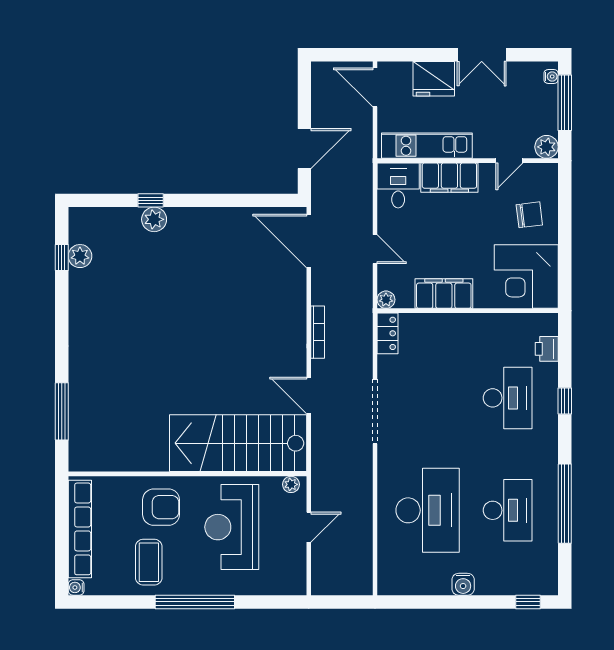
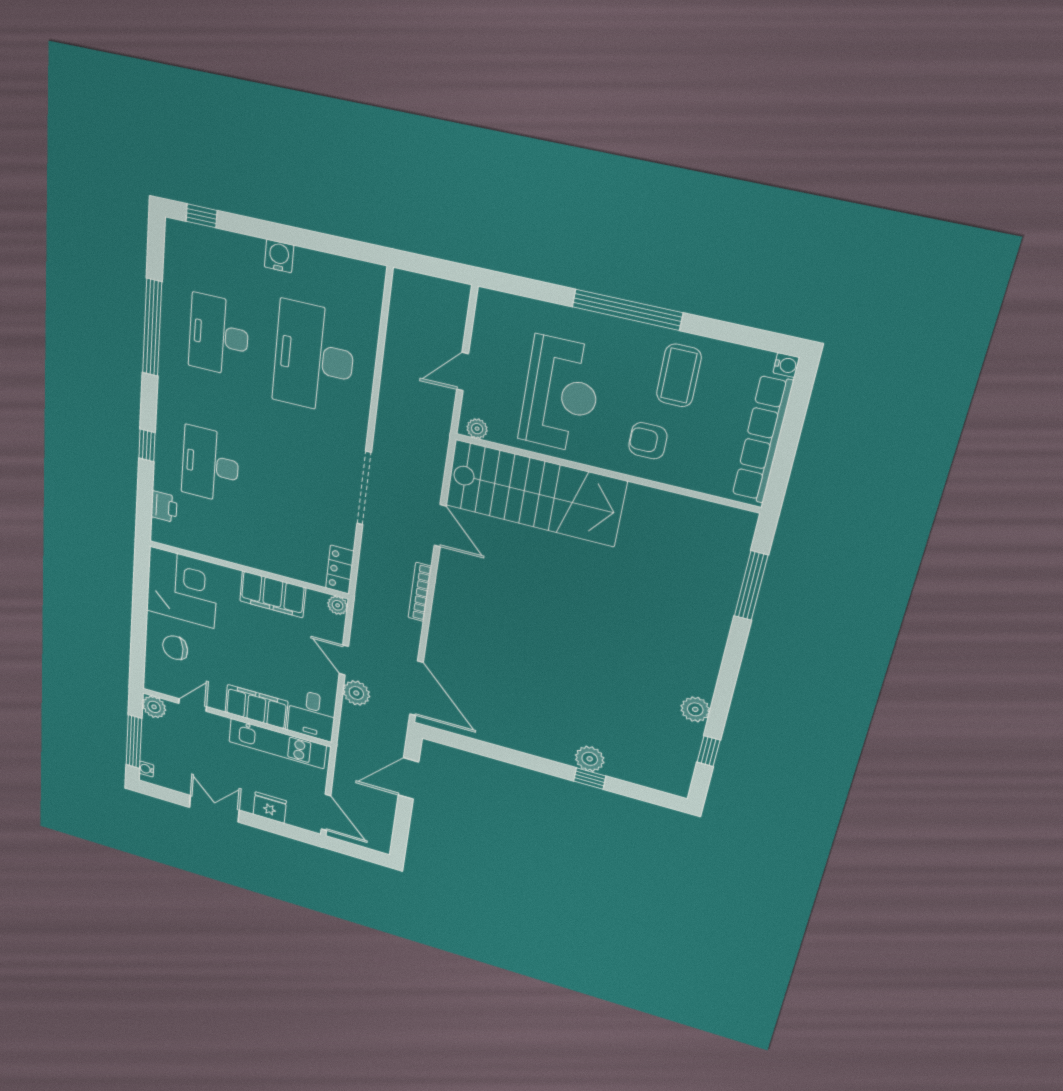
fridge: (434, 79) -> (270, 808), width x0.73, depth x0.75
plant: (361, 220) -> (356, 693), added
plant: (80, 256) -> (695, 709), moved
armchair: (161, 507) -> (648, 441), width x0.72, depth x0.72

